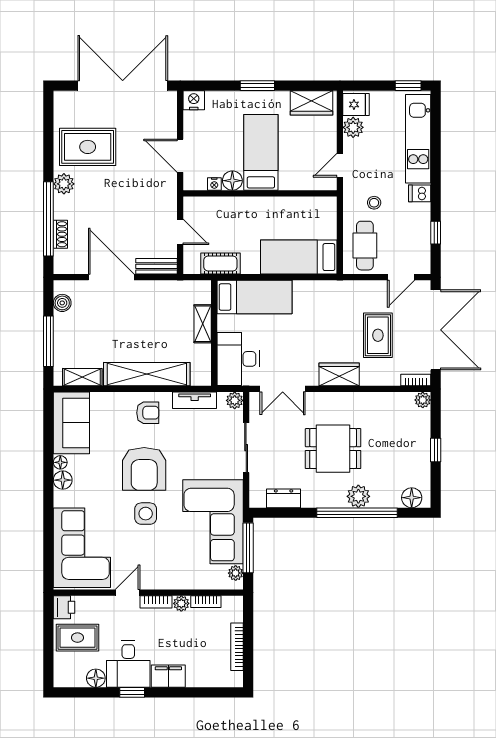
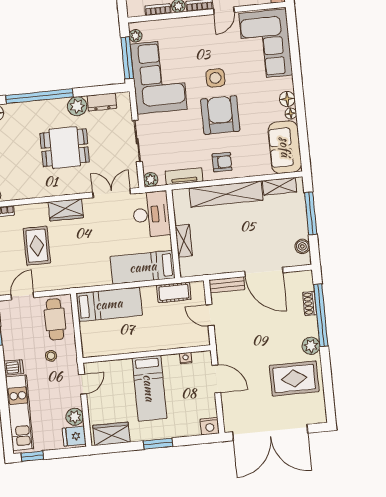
floor lamp: (232, 181) -> (171, 362), removed
armchair: (148, 413) -> (222, 162), turned 180
plant: (358, 496) -> (77, 106), moved

